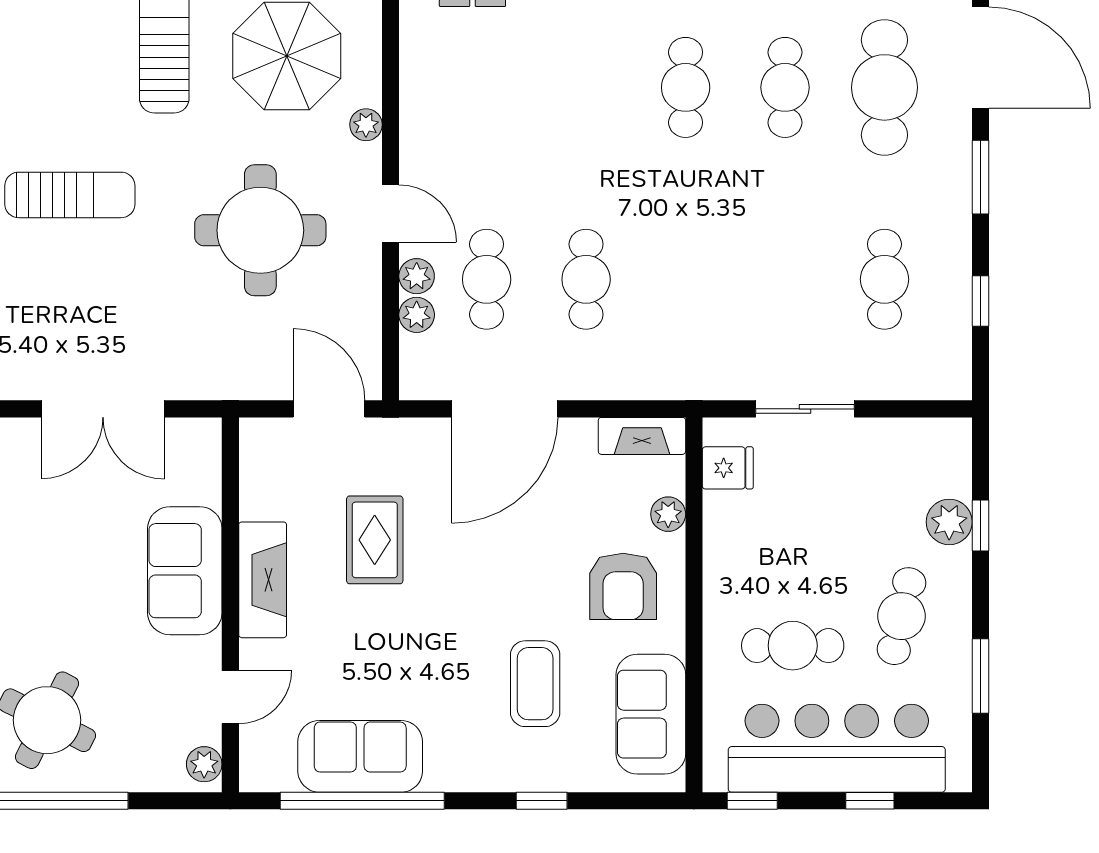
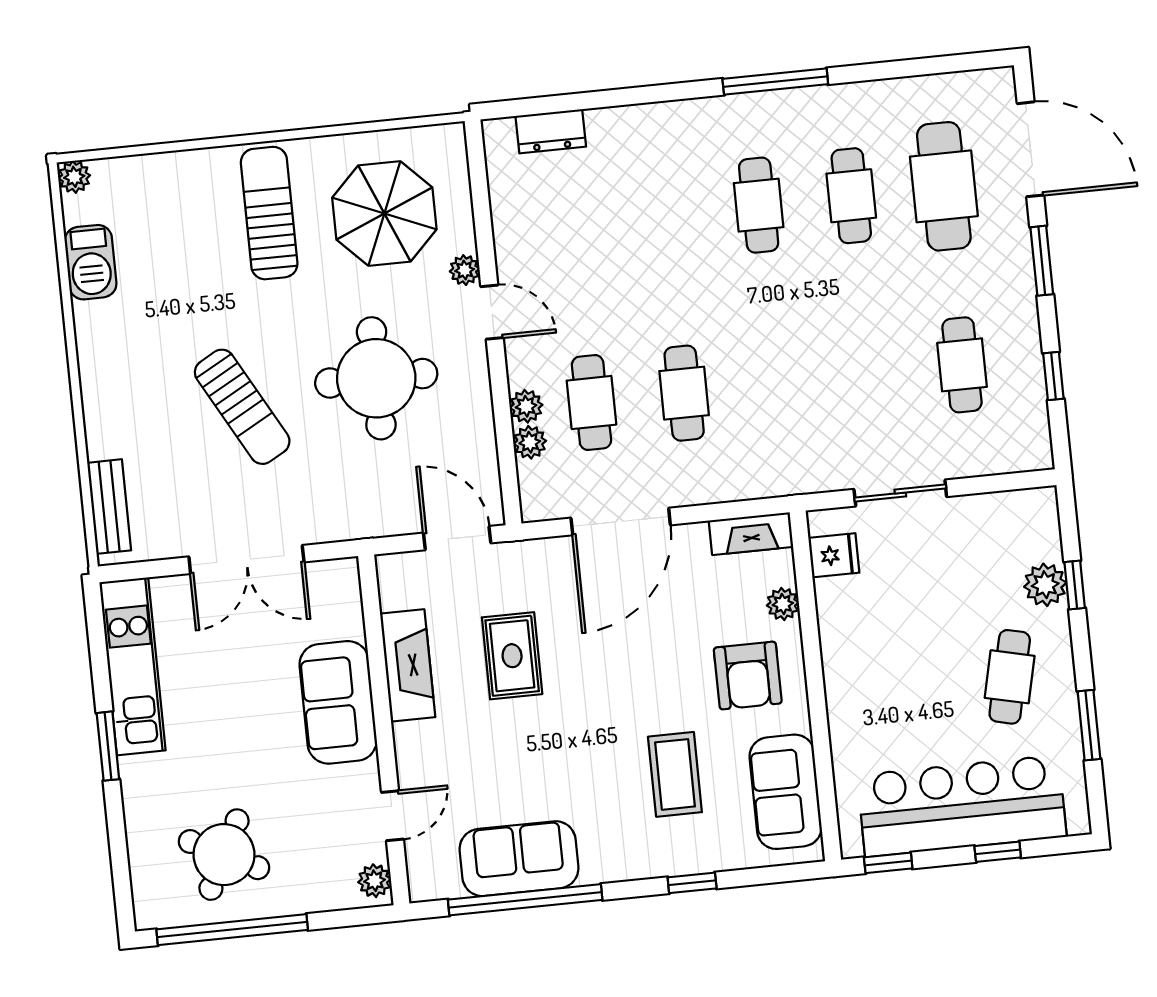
sun lounger: (70, 195) -> (242, 407), moved, turned 61
door: (391, 214) -> (492, 312), moved
fireplace: (263, 580) -> (408, 665), moved
cafe table: (793, 646) -> (911, 715), removed

